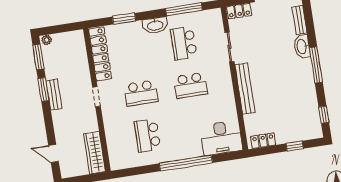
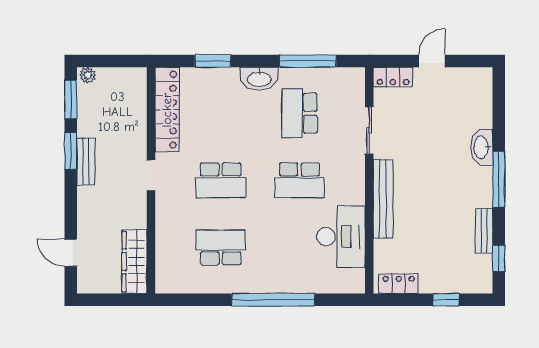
bench: (300, 20) -> (484, 231), moved
school desk: (147, 135) -> (221, 247), turned 90
desk: (221, 138) -> (341, 237), moved, turned -90

